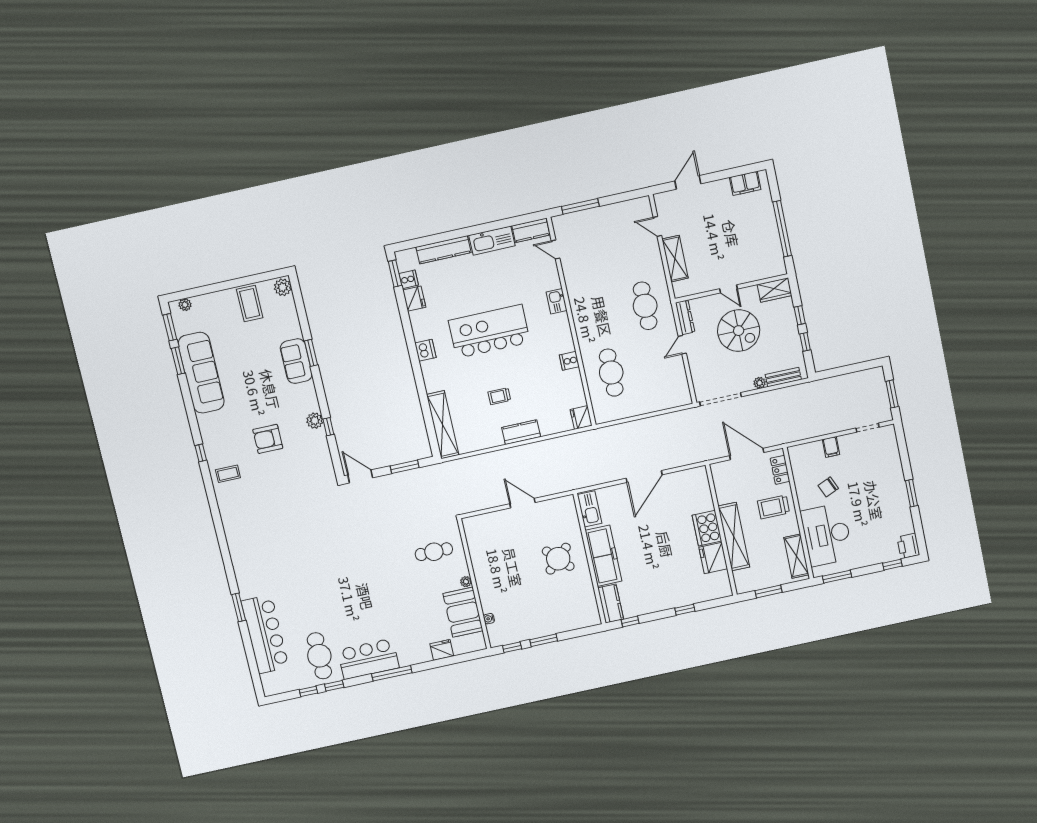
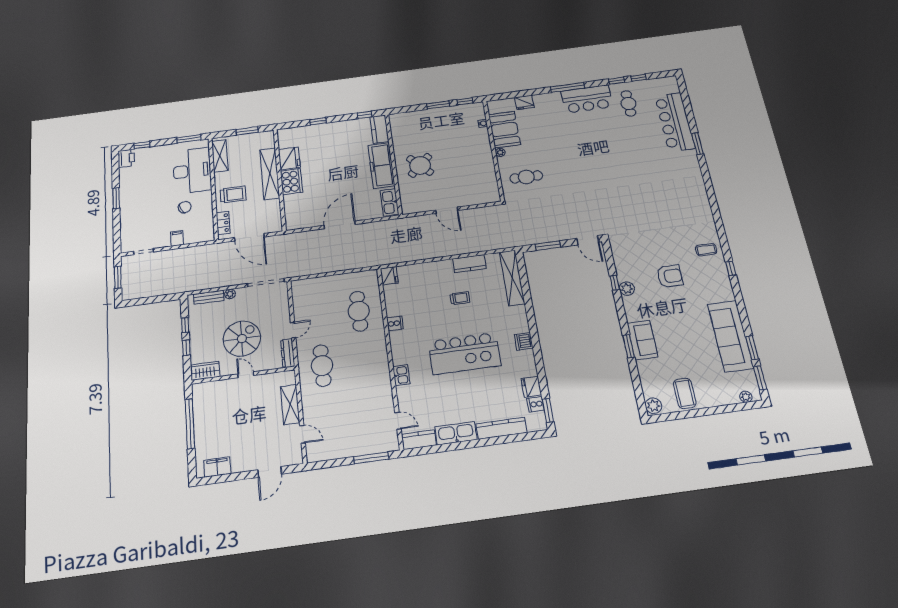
spiral stairs: (739, 331) -> (242, 339), turned 90
kitchen counter: (521, 432) -> (469, 264), moved
cafe table: (319, 656) -> (628, 103), width x0.73, depth x0.74

